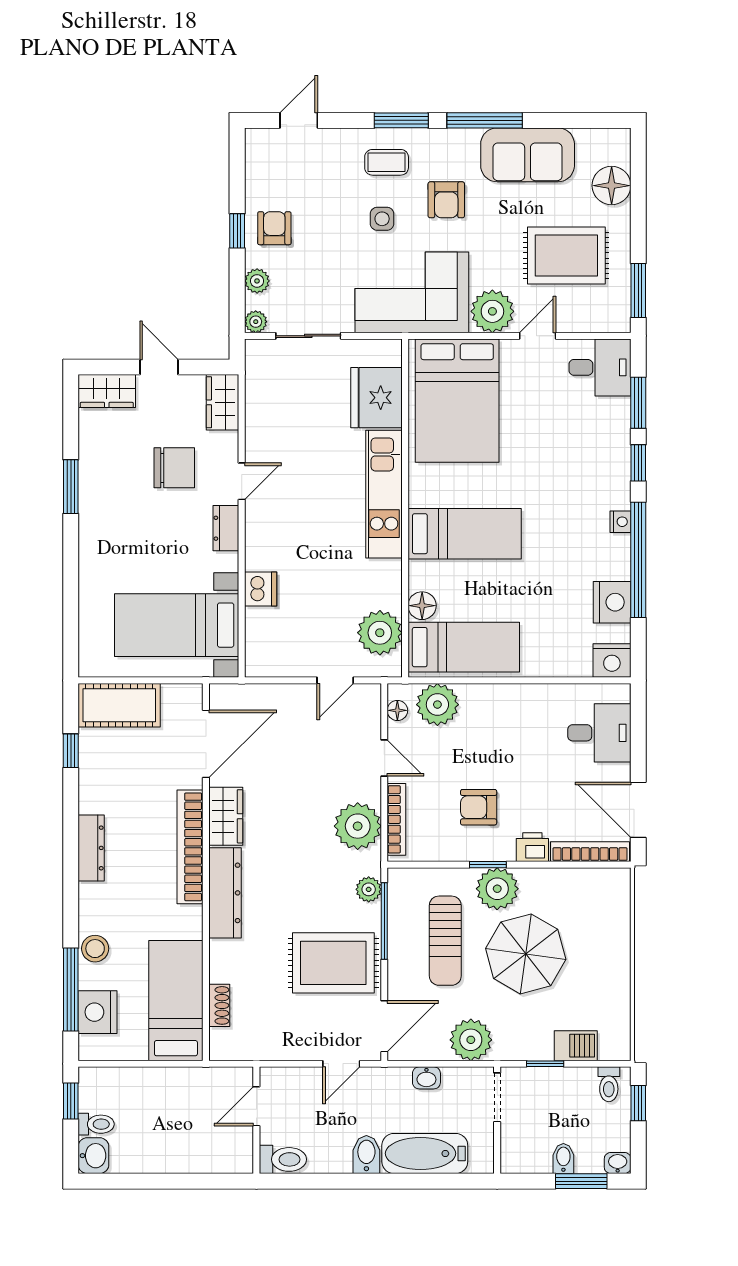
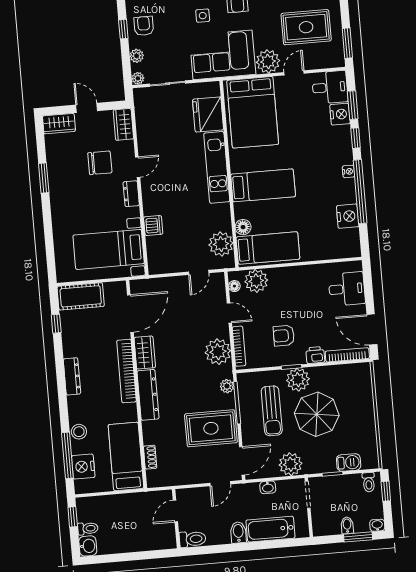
nightstand: (612, 661) -> (340, 114), moved, turned -90

